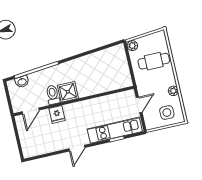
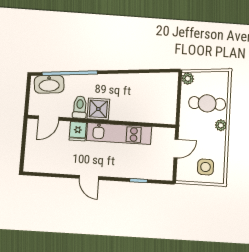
washbasin: (22, 82) -> (49, 84), width x1.91, depth x1.45
plant: (173, 91) -> (221, 125), moved
kitchen unit: (115, 130) -> (119, 134), moved, turned 180
door: (77, 148) -> (89, 177), hinge flipped

